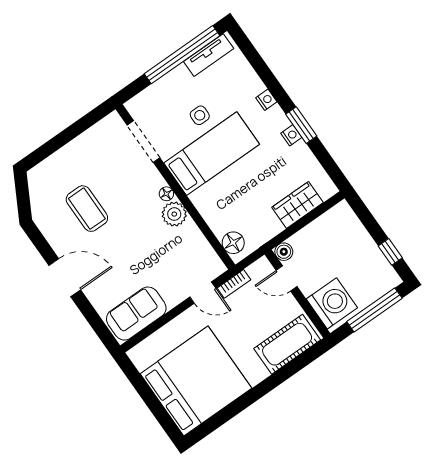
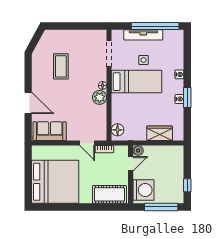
tv unit: (209, 55) -> (143, 35), moved, width x1.41
door: (65, 278) -> (28, 103), moved
door: (287, 278) -> (131, 164), swing flipped

